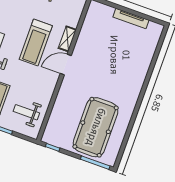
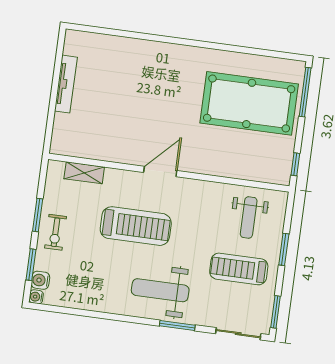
shelving: (67, 39) -> (84, 173), moved
door: (66, 64) -> (160, 171), swing flipped

